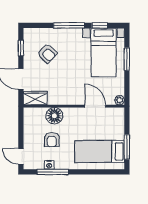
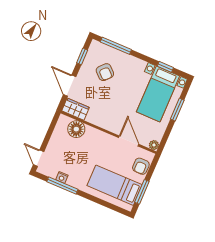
window: (69, 25) -> (116, 46), moved
floor lamp: (54, 116) -> (76, 129), moved
armchair: (52, 139) -> (141, 166), moved

